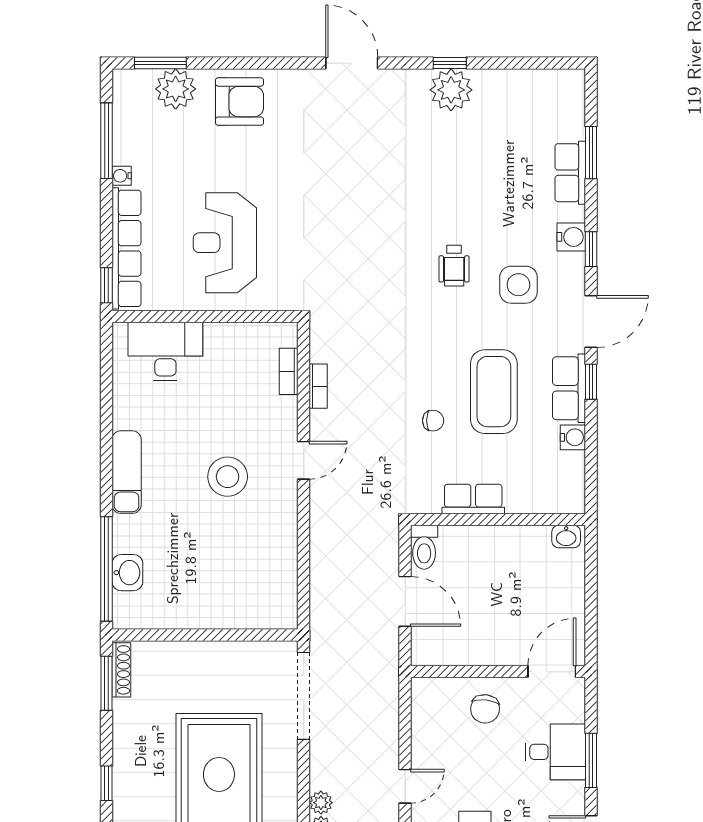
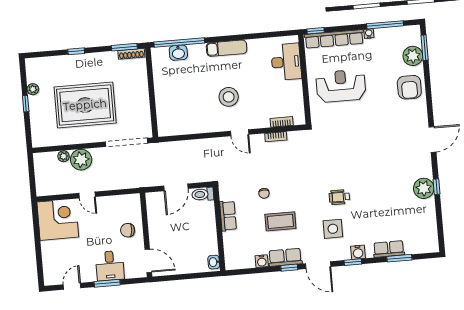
coffee table: (494, 392) -> (280, 221), width x0.73, depth x0.76
plant: (321, 803) -> (81, 160), width x1.87, depth x1.87

